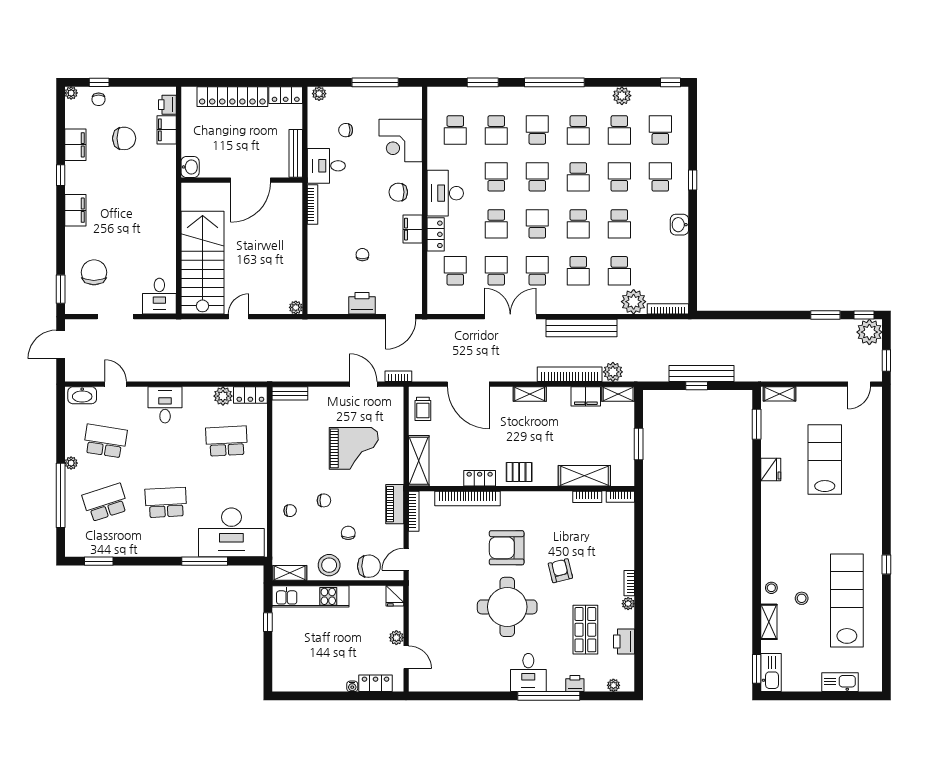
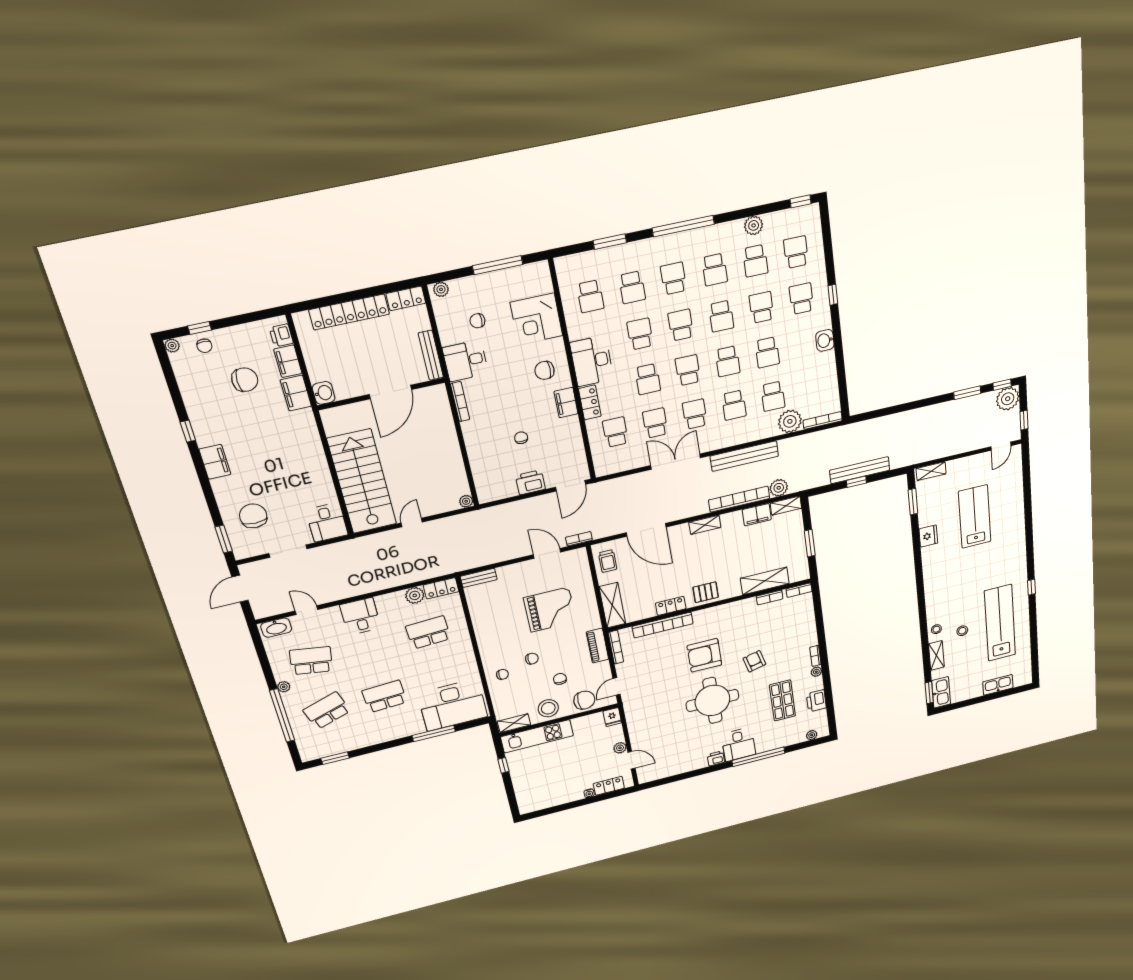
filing cabinet: (75, 145) -> (296, 393), moved, turned 180
printer: (575, 683) -> (716, 758), moved

